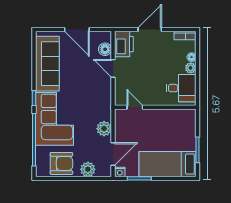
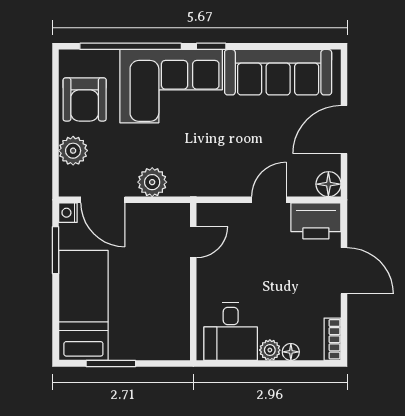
floor lamp: (105, 49) -> (328, 184), moved

